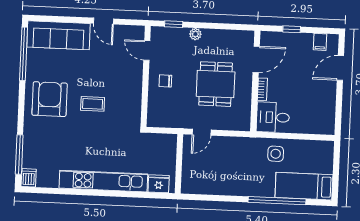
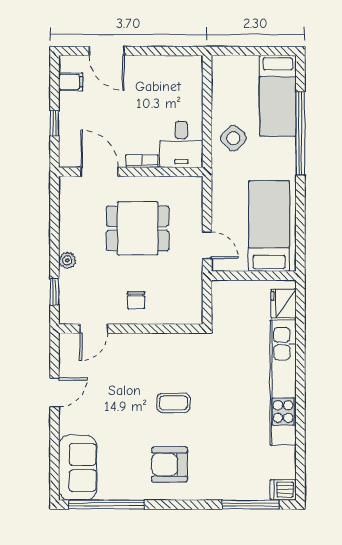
sofa: (59, 35) -> (78, 468), width x0.73
armchair: (50, 99) -> (169, 465), width x0.73, depth x0.73
coffee table: (93, 104) -> (173, 403), turned 90
side table: (276, 154) -> (233, 138), turned 45
bed: (213, 176) -> (269, 226), added

